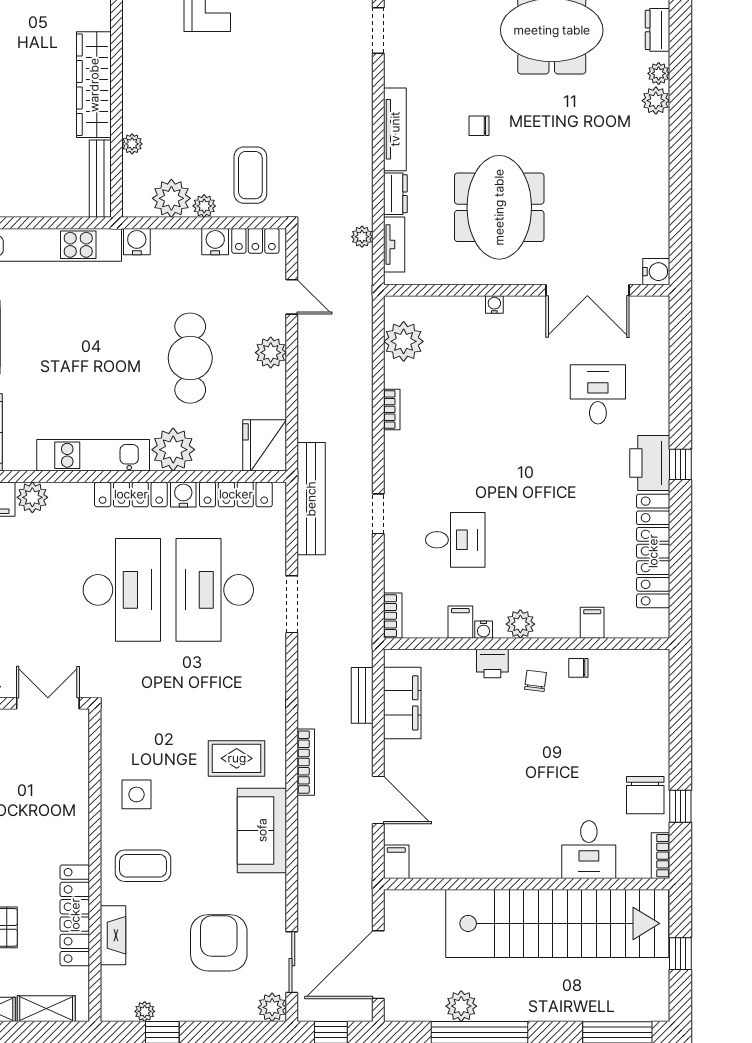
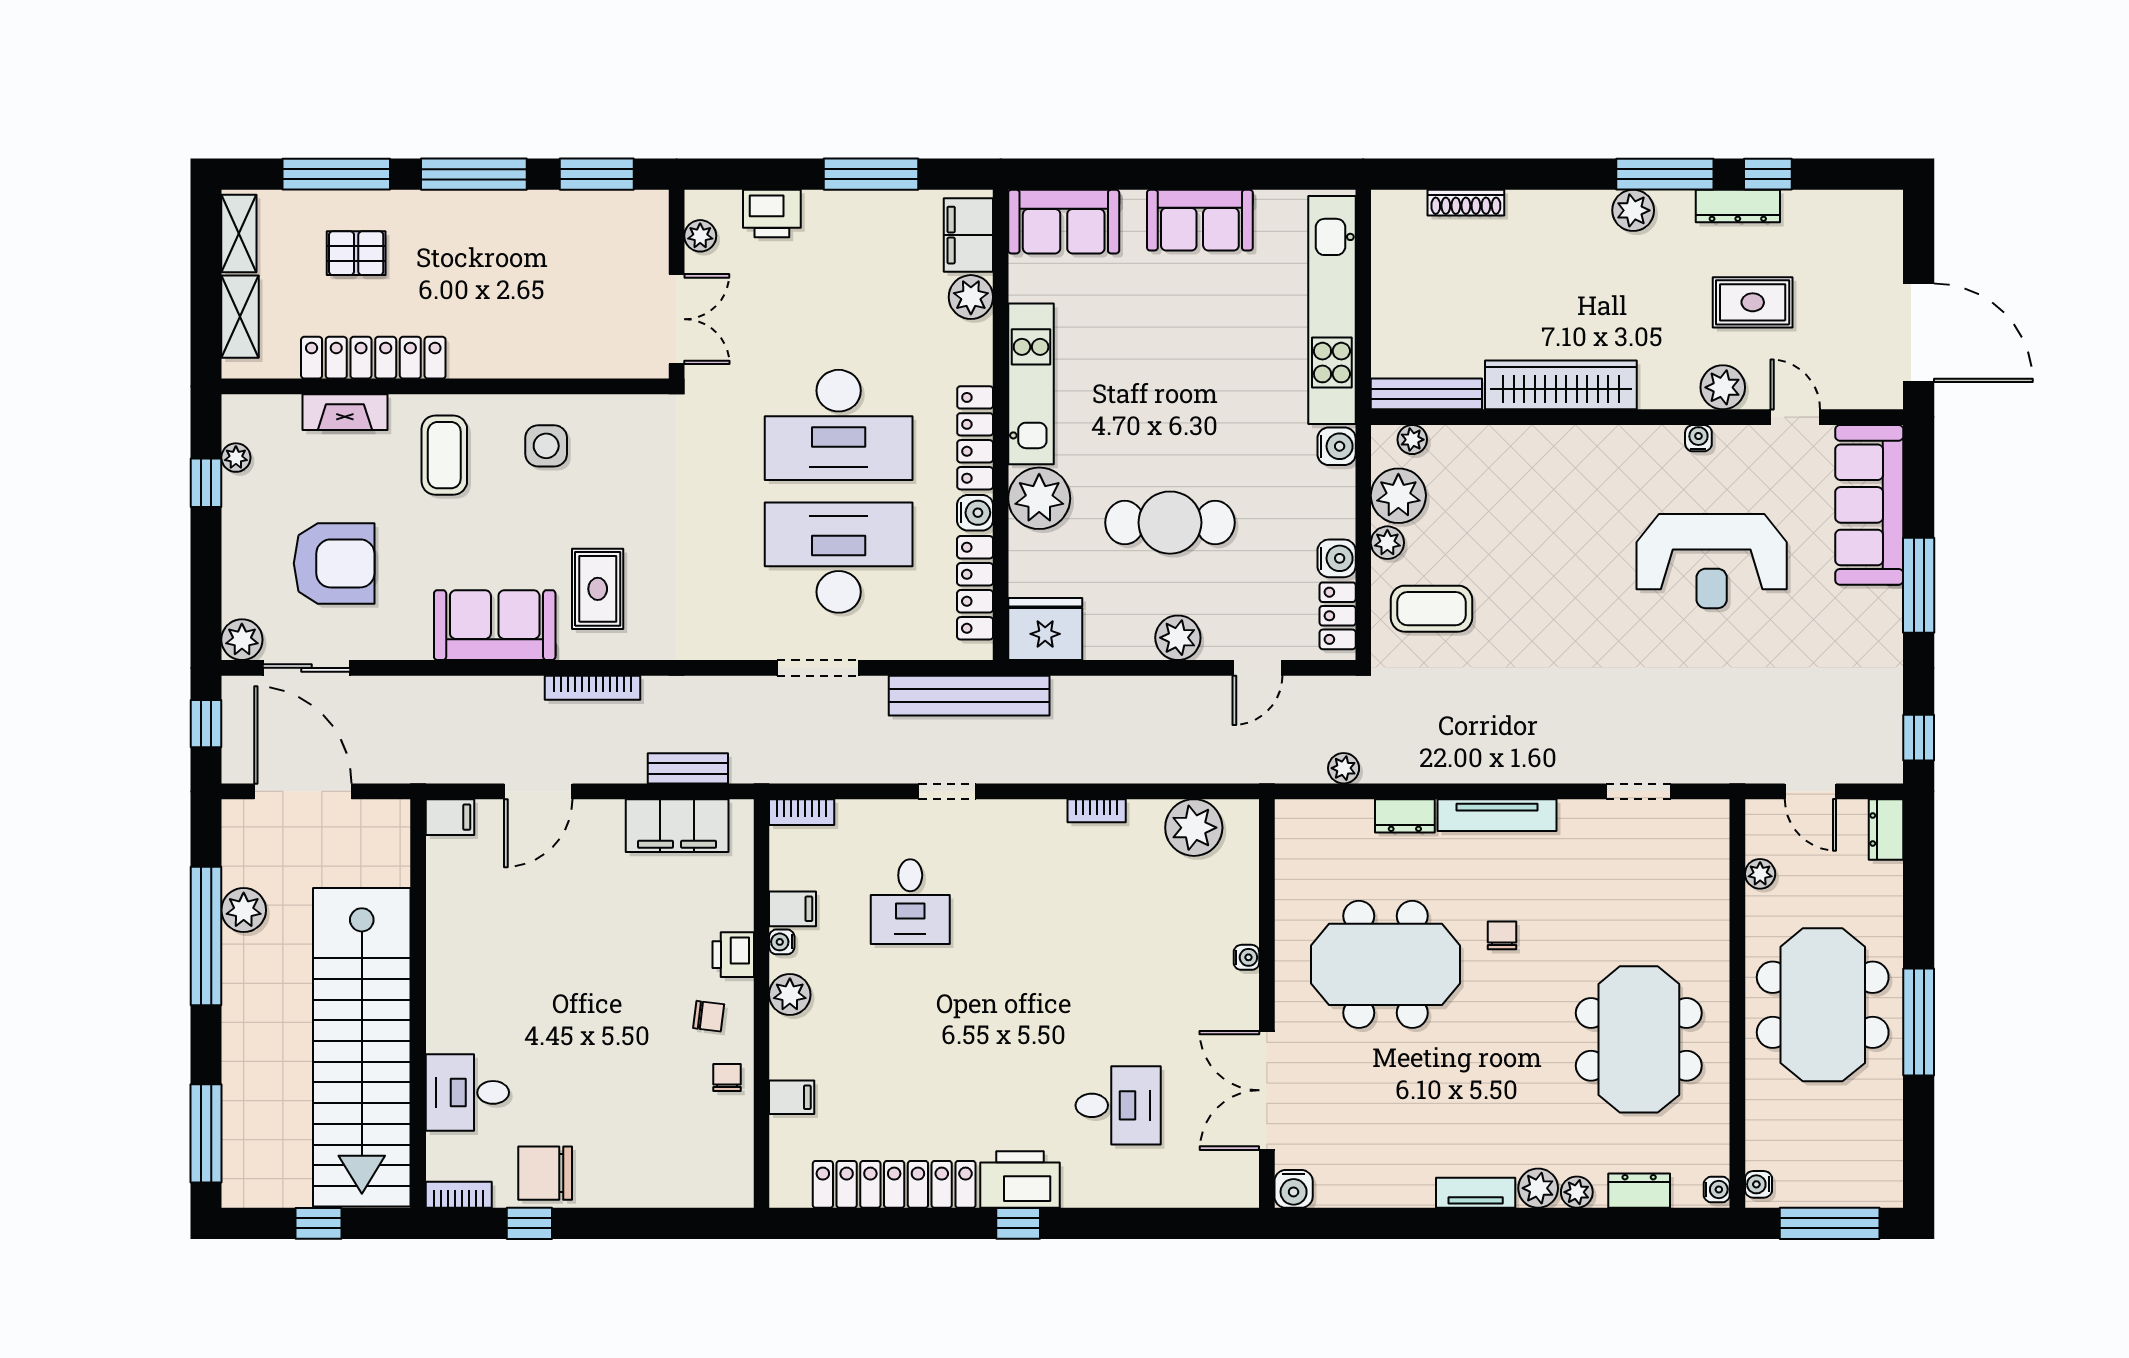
plant: (132, 144) -> (1412, 440), moved
tv unit: (394, 244) -> (1476, 1193), moved, turned 180

